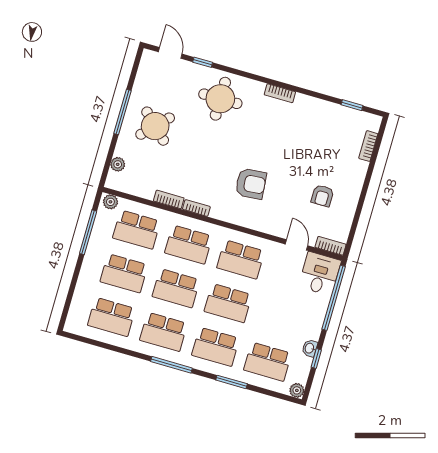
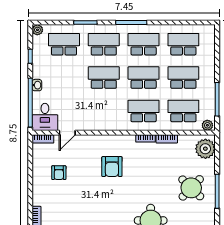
plant: (118, 164) -> (205, 149), width x1.88, depth x1.88
armchair: (251, 184) -> (112, 167), turned -85
armchair: (322, 196) -> (59, 173), turned 180
door: (296, 245) -> (67, 133), hinge flipped
school desk: (241, 259) -> (104, 111), removed
washbasin: (310, 348) -> (37, 85), moved

